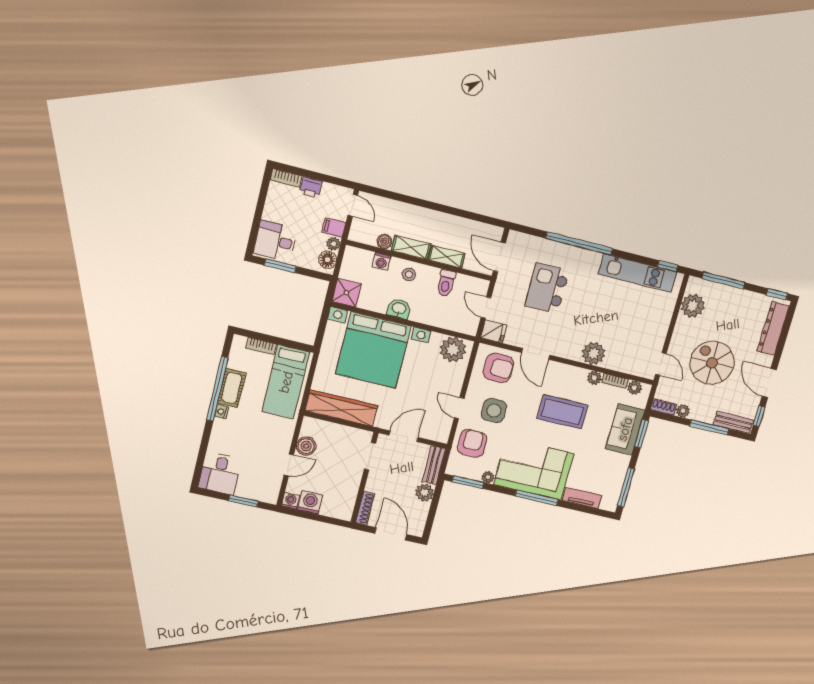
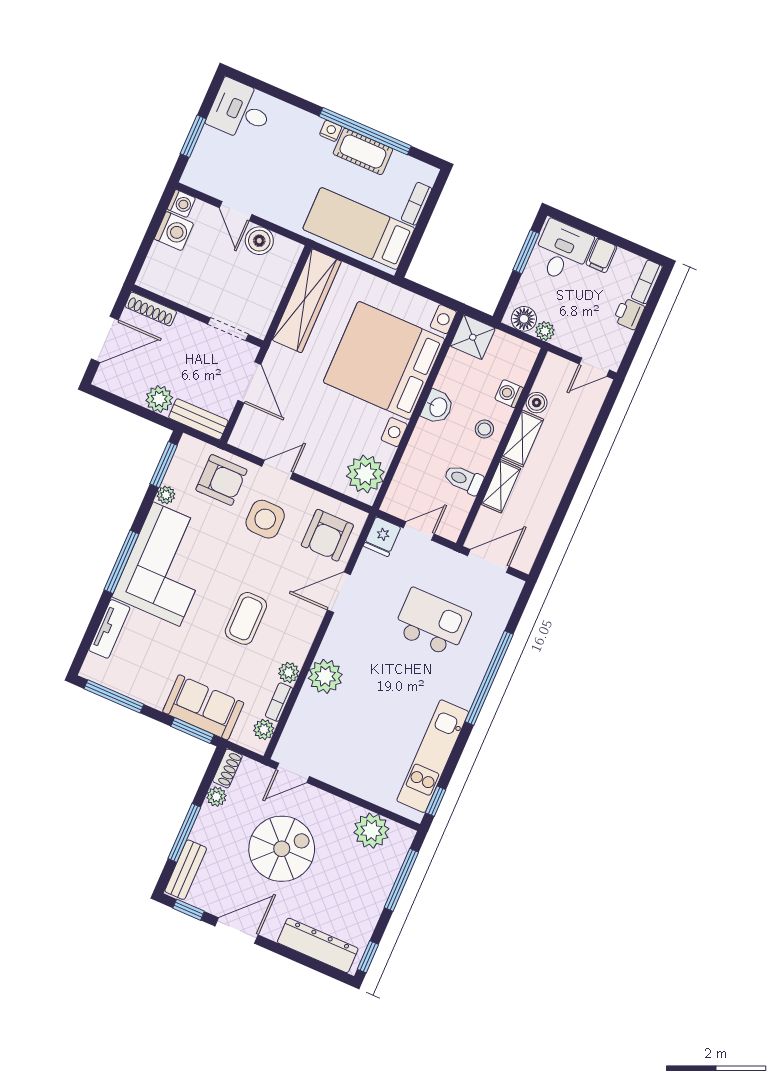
filing cabinet: (334, 227) -> (601, 255), moved, turned 180
coffee table: (562, 412) -> (246, 618), width x0.73, depth x0.76

